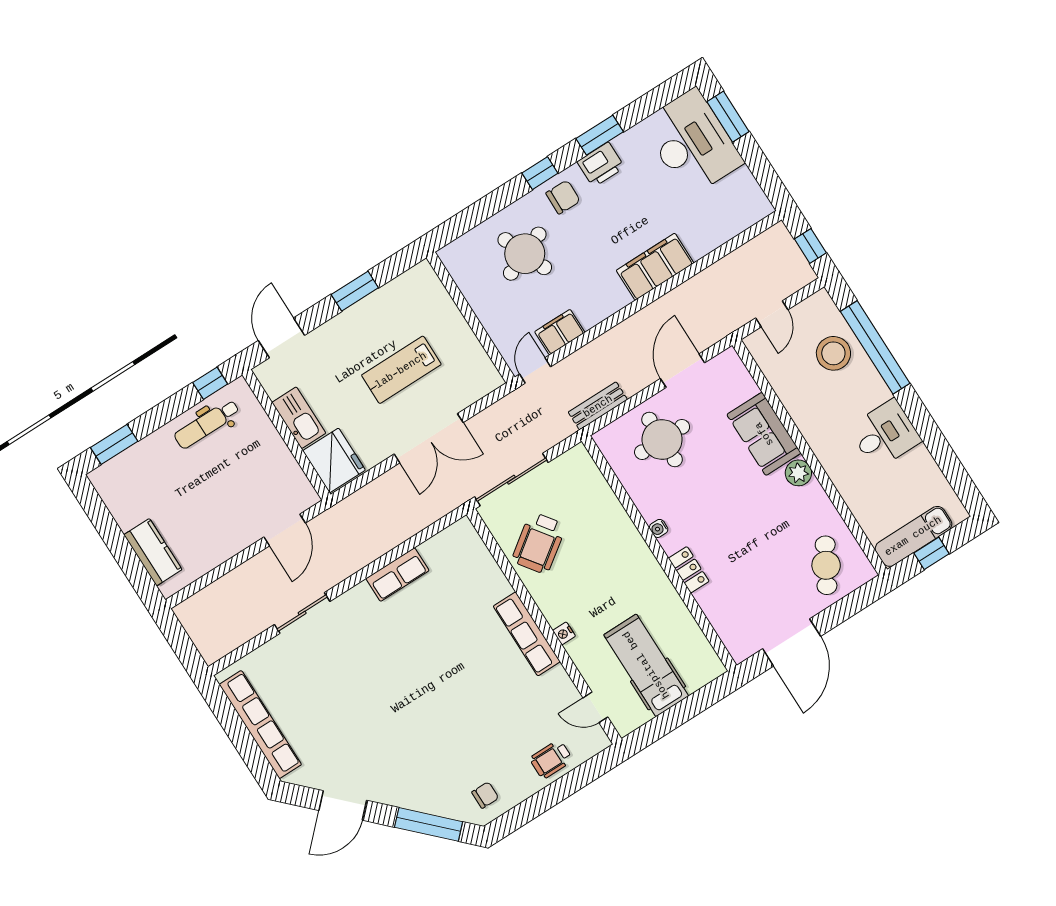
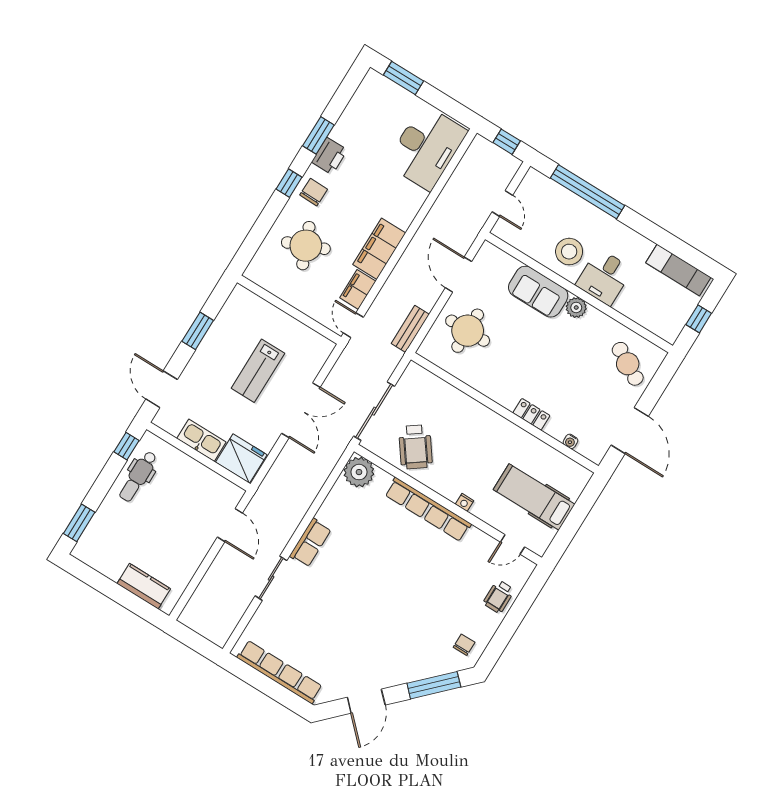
desk: (692, 143) -> (427, 147), moved, turned 90
filing cabinet: (655, 267) -> (379, 249), moved
stool: (833, 353) -> (569, 252), moved
desk: (885, 434) -> (604, 277), moved, turned 180
water cooler: (659, 528) -> (570, 441), moved
exam couch: (913, 536) -> (678, 270), moved, turned -90
plant: (461, 541) -> (359, 472), added
row of seats: (397, 575) -> (310, 543), moved
row of seats: (527, 634) -> (428, 509), width x1.36

